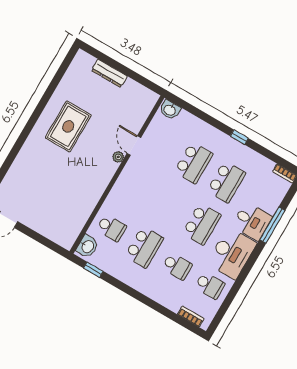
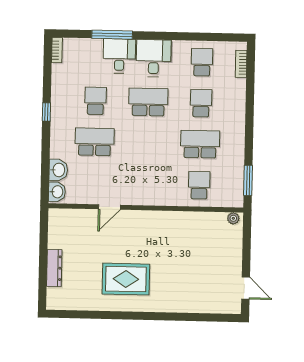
plant: (118, 157) -> (233, 218), moved
school desk: (226, 182) -> (96, 101), width x0.54
washbasin: (87, 246) -> (58, 170), moved, turned 90
desk: (232, 253) -> (154, 58), width x0.73
window: (93, 270) -> (248, 180), width x1.50

